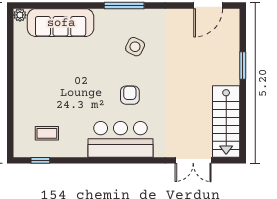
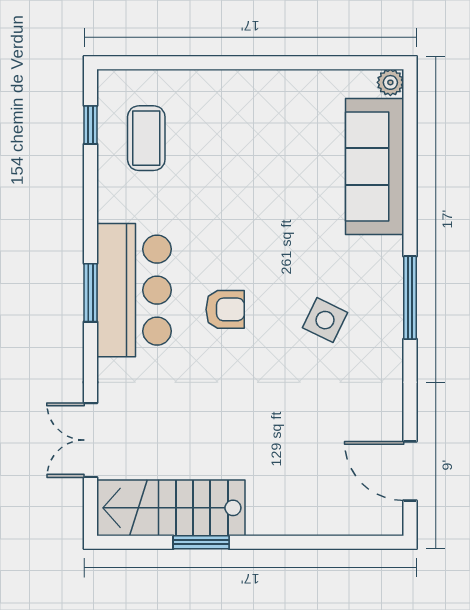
window: (243, 66) -> (201, 542), moved
coffee table: (47, 133) -> (146, 138), width x1.36, depth x1.30
window: (122, 160) -> (90, 293), added

